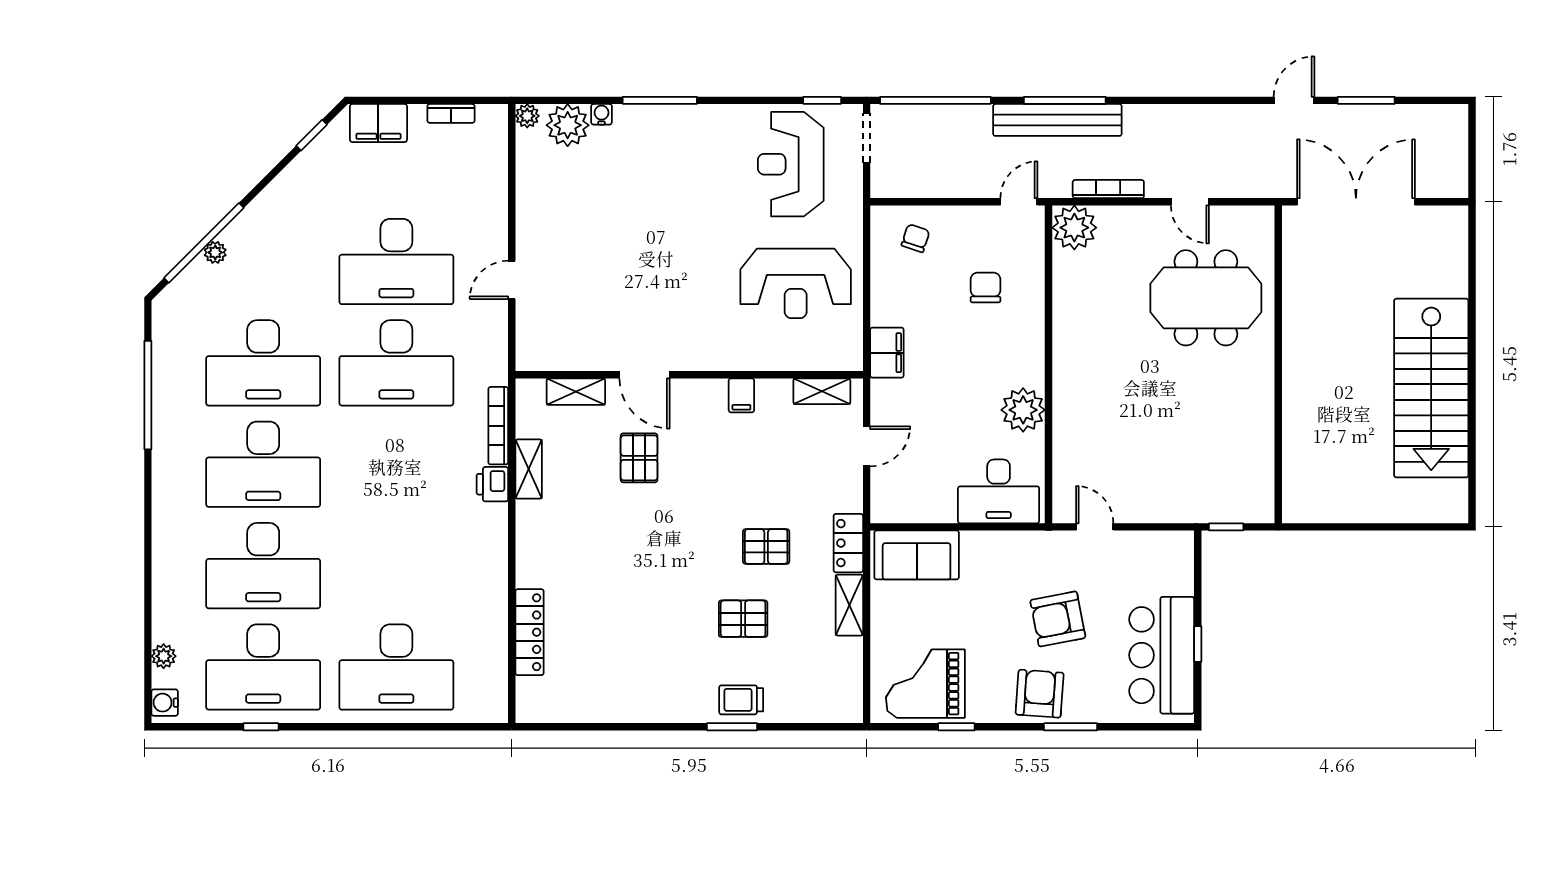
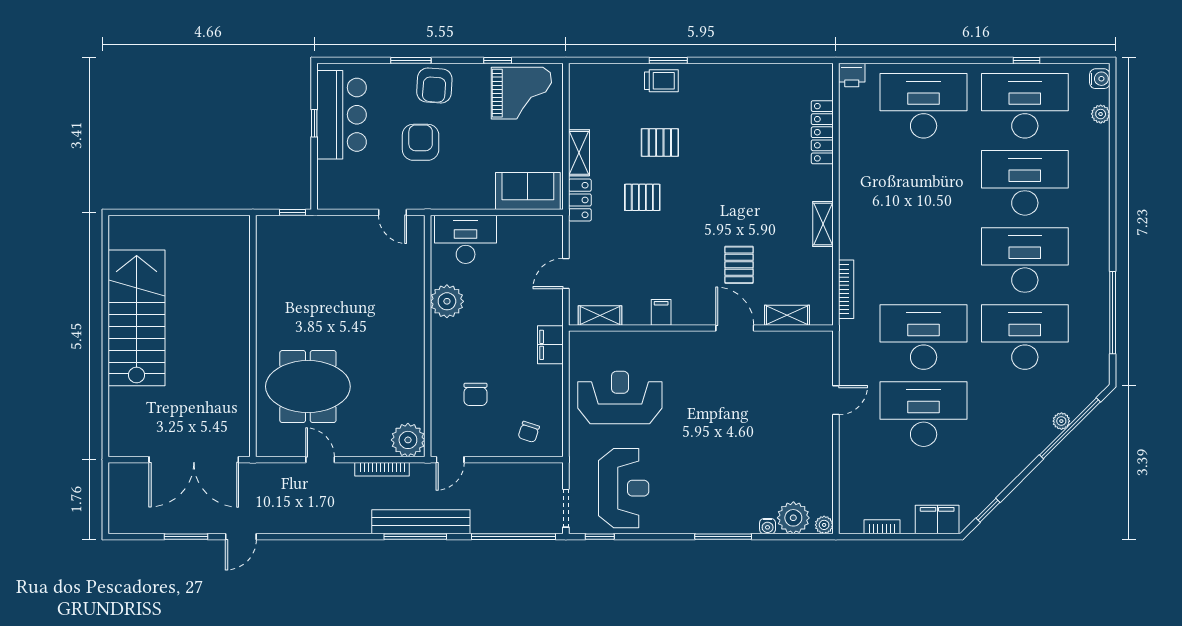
shelving: (529, 469) -> (823, 224), moved
printer: (492, 484) -> (852, 75), moved, turned 90
armchair: (1058, 619) -> (421, 142), turned -79

